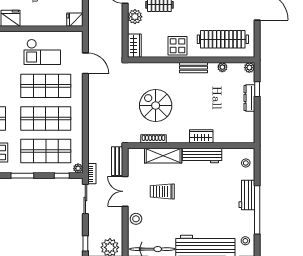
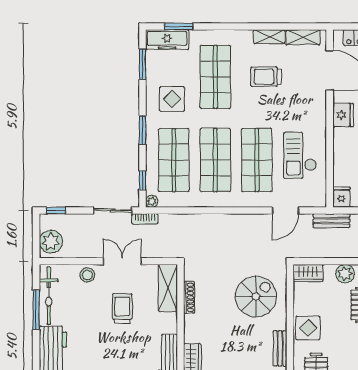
spiral stairs: (156, 105) -> (256, 296), moved
shelving: (163, 156) -> (168, 288), moved
bench: (117, 161) -> (331, 221), moved

